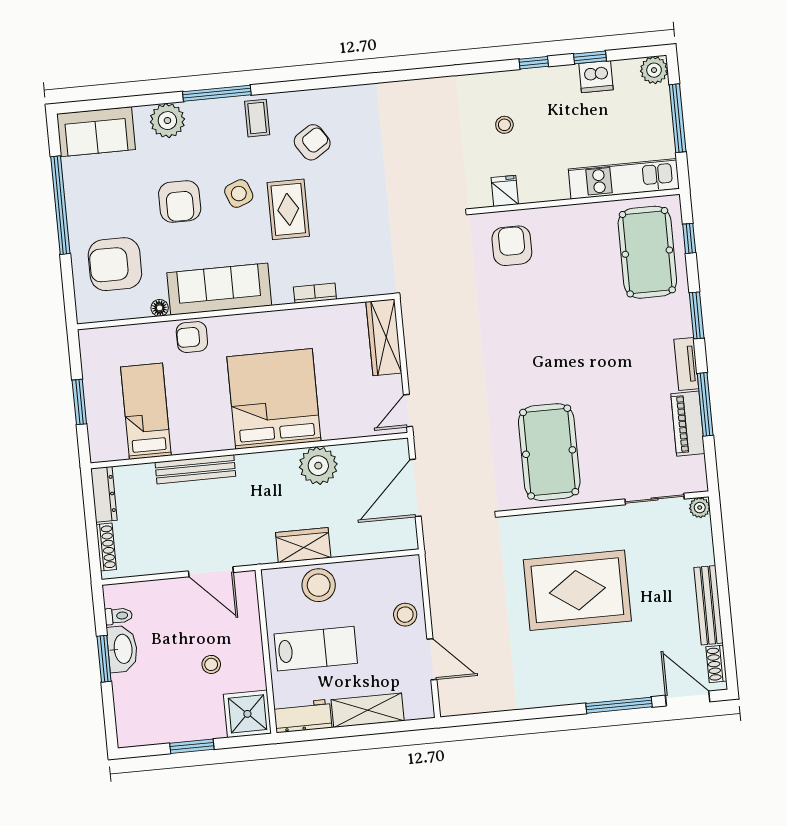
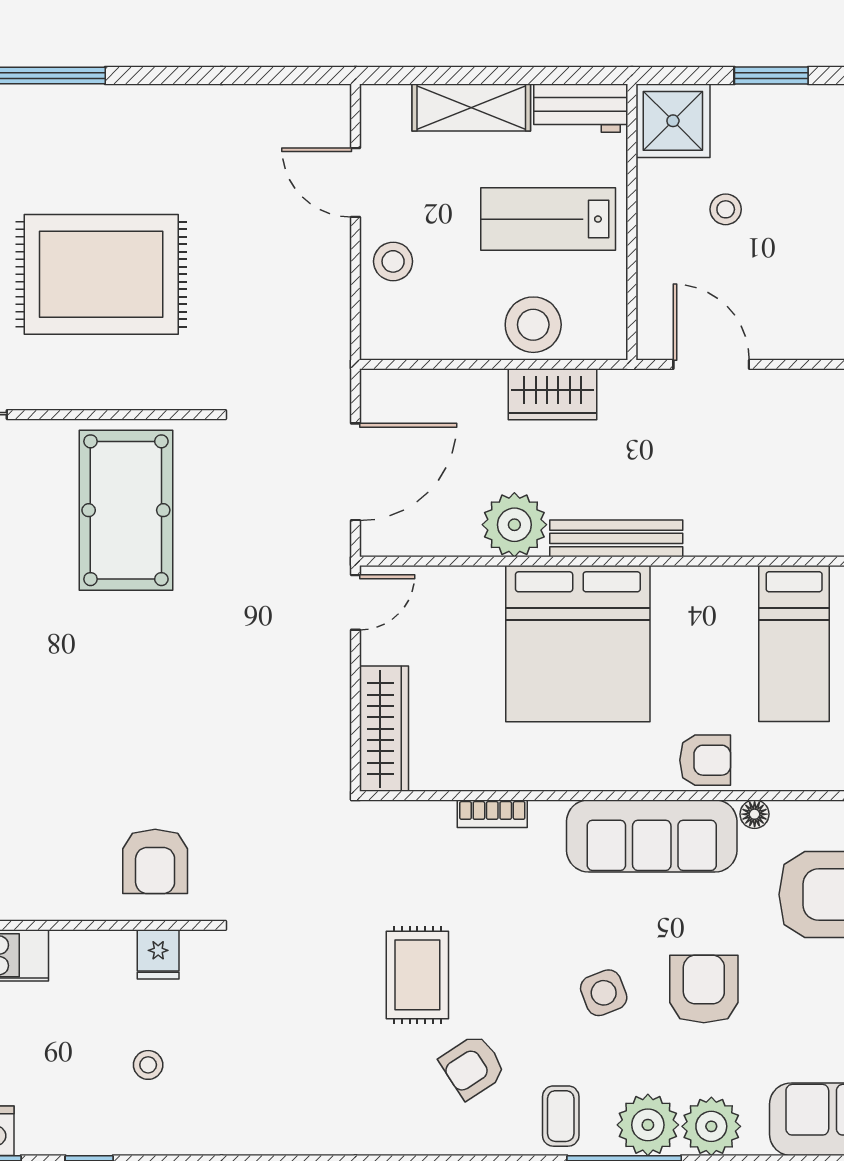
plant: (205, 118) -> (648, 1125), added
rug: (288, 209) -> (417, 975), moved
bench: (195, 469) -> (616, 538), moved

